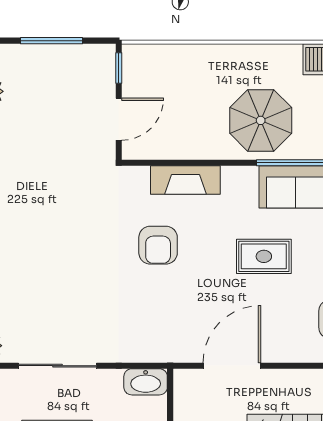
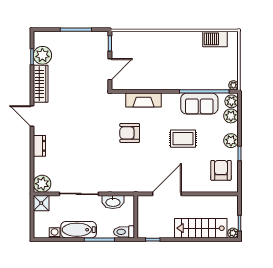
parasol: (261, 120) -> (181, 70), removed
armchair: (158, 245) -> (130, 133), turned 90
washbasin: (146, 382) -> (113, 202), moved

